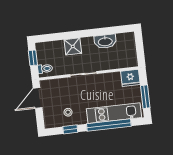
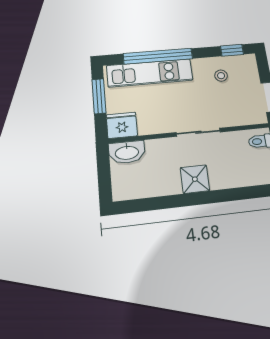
washbasin: (105, 41) -> (127, 152), moved, turned 180
shower: (73, 46) -> (195, 179), moved
window: (70, 129) -> (232, 50), moved

